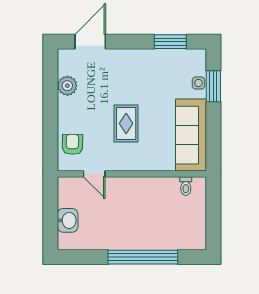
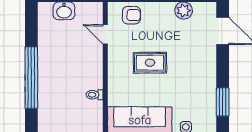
door: (94, 174) -> (105, 34), hinge flipped
toilet: (186, 186) -> (94, 95), moved

